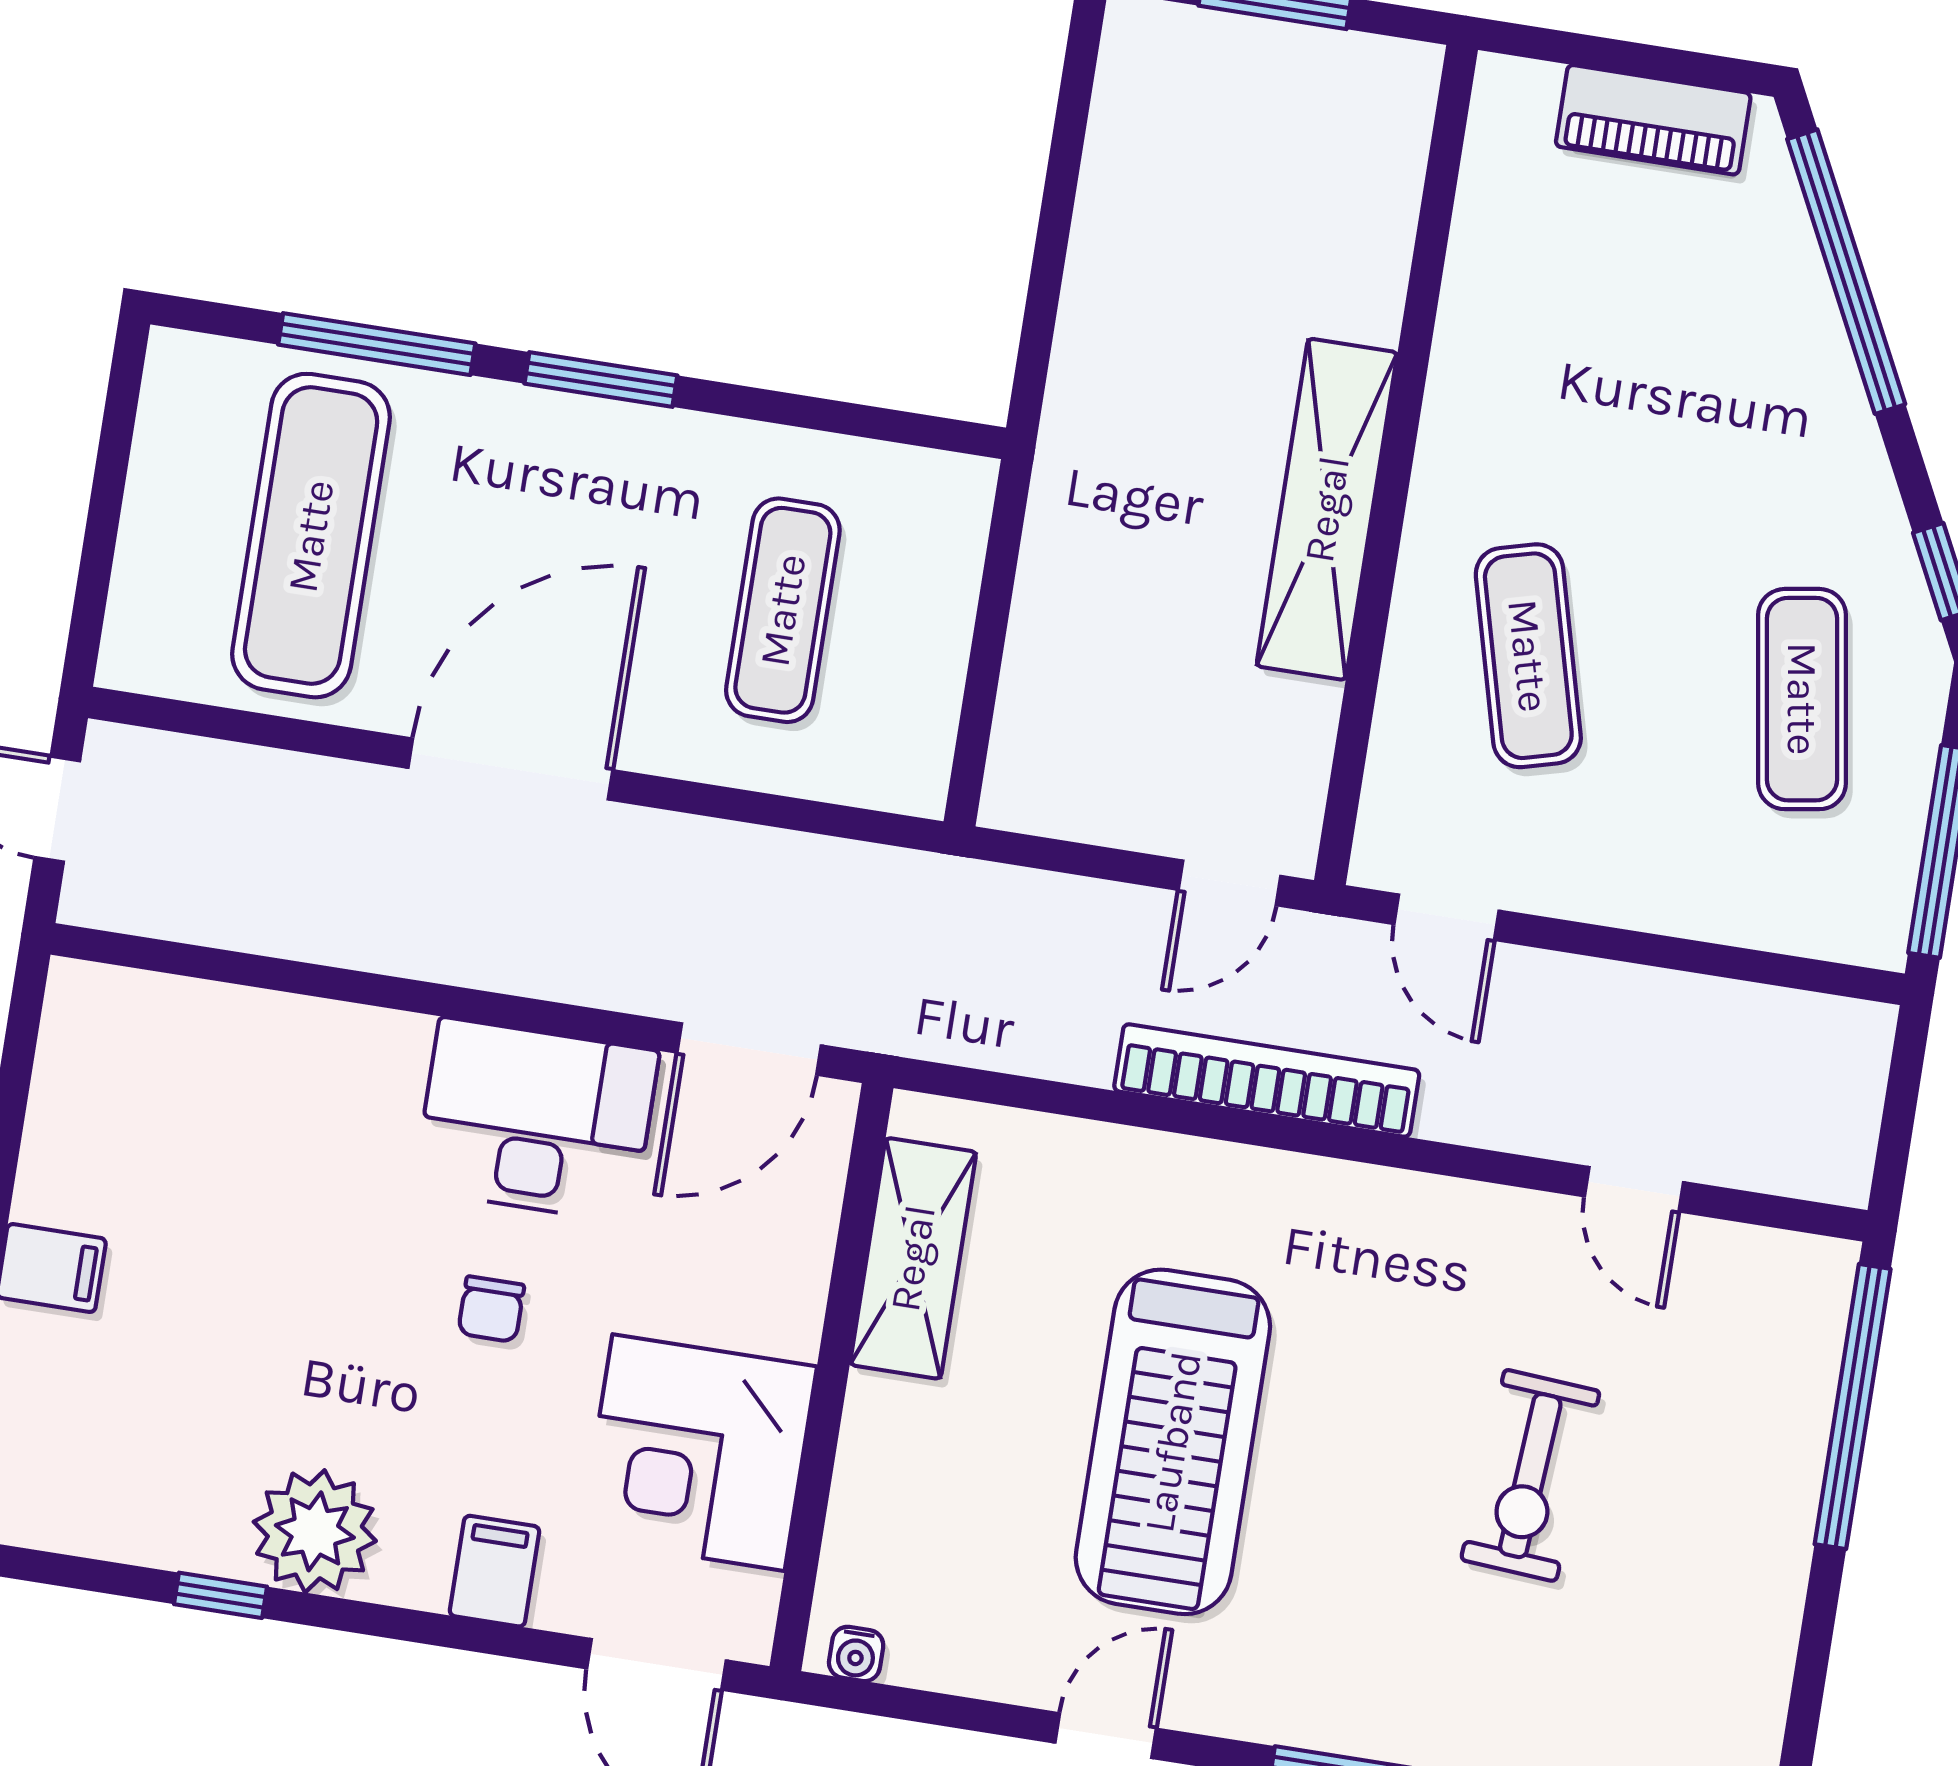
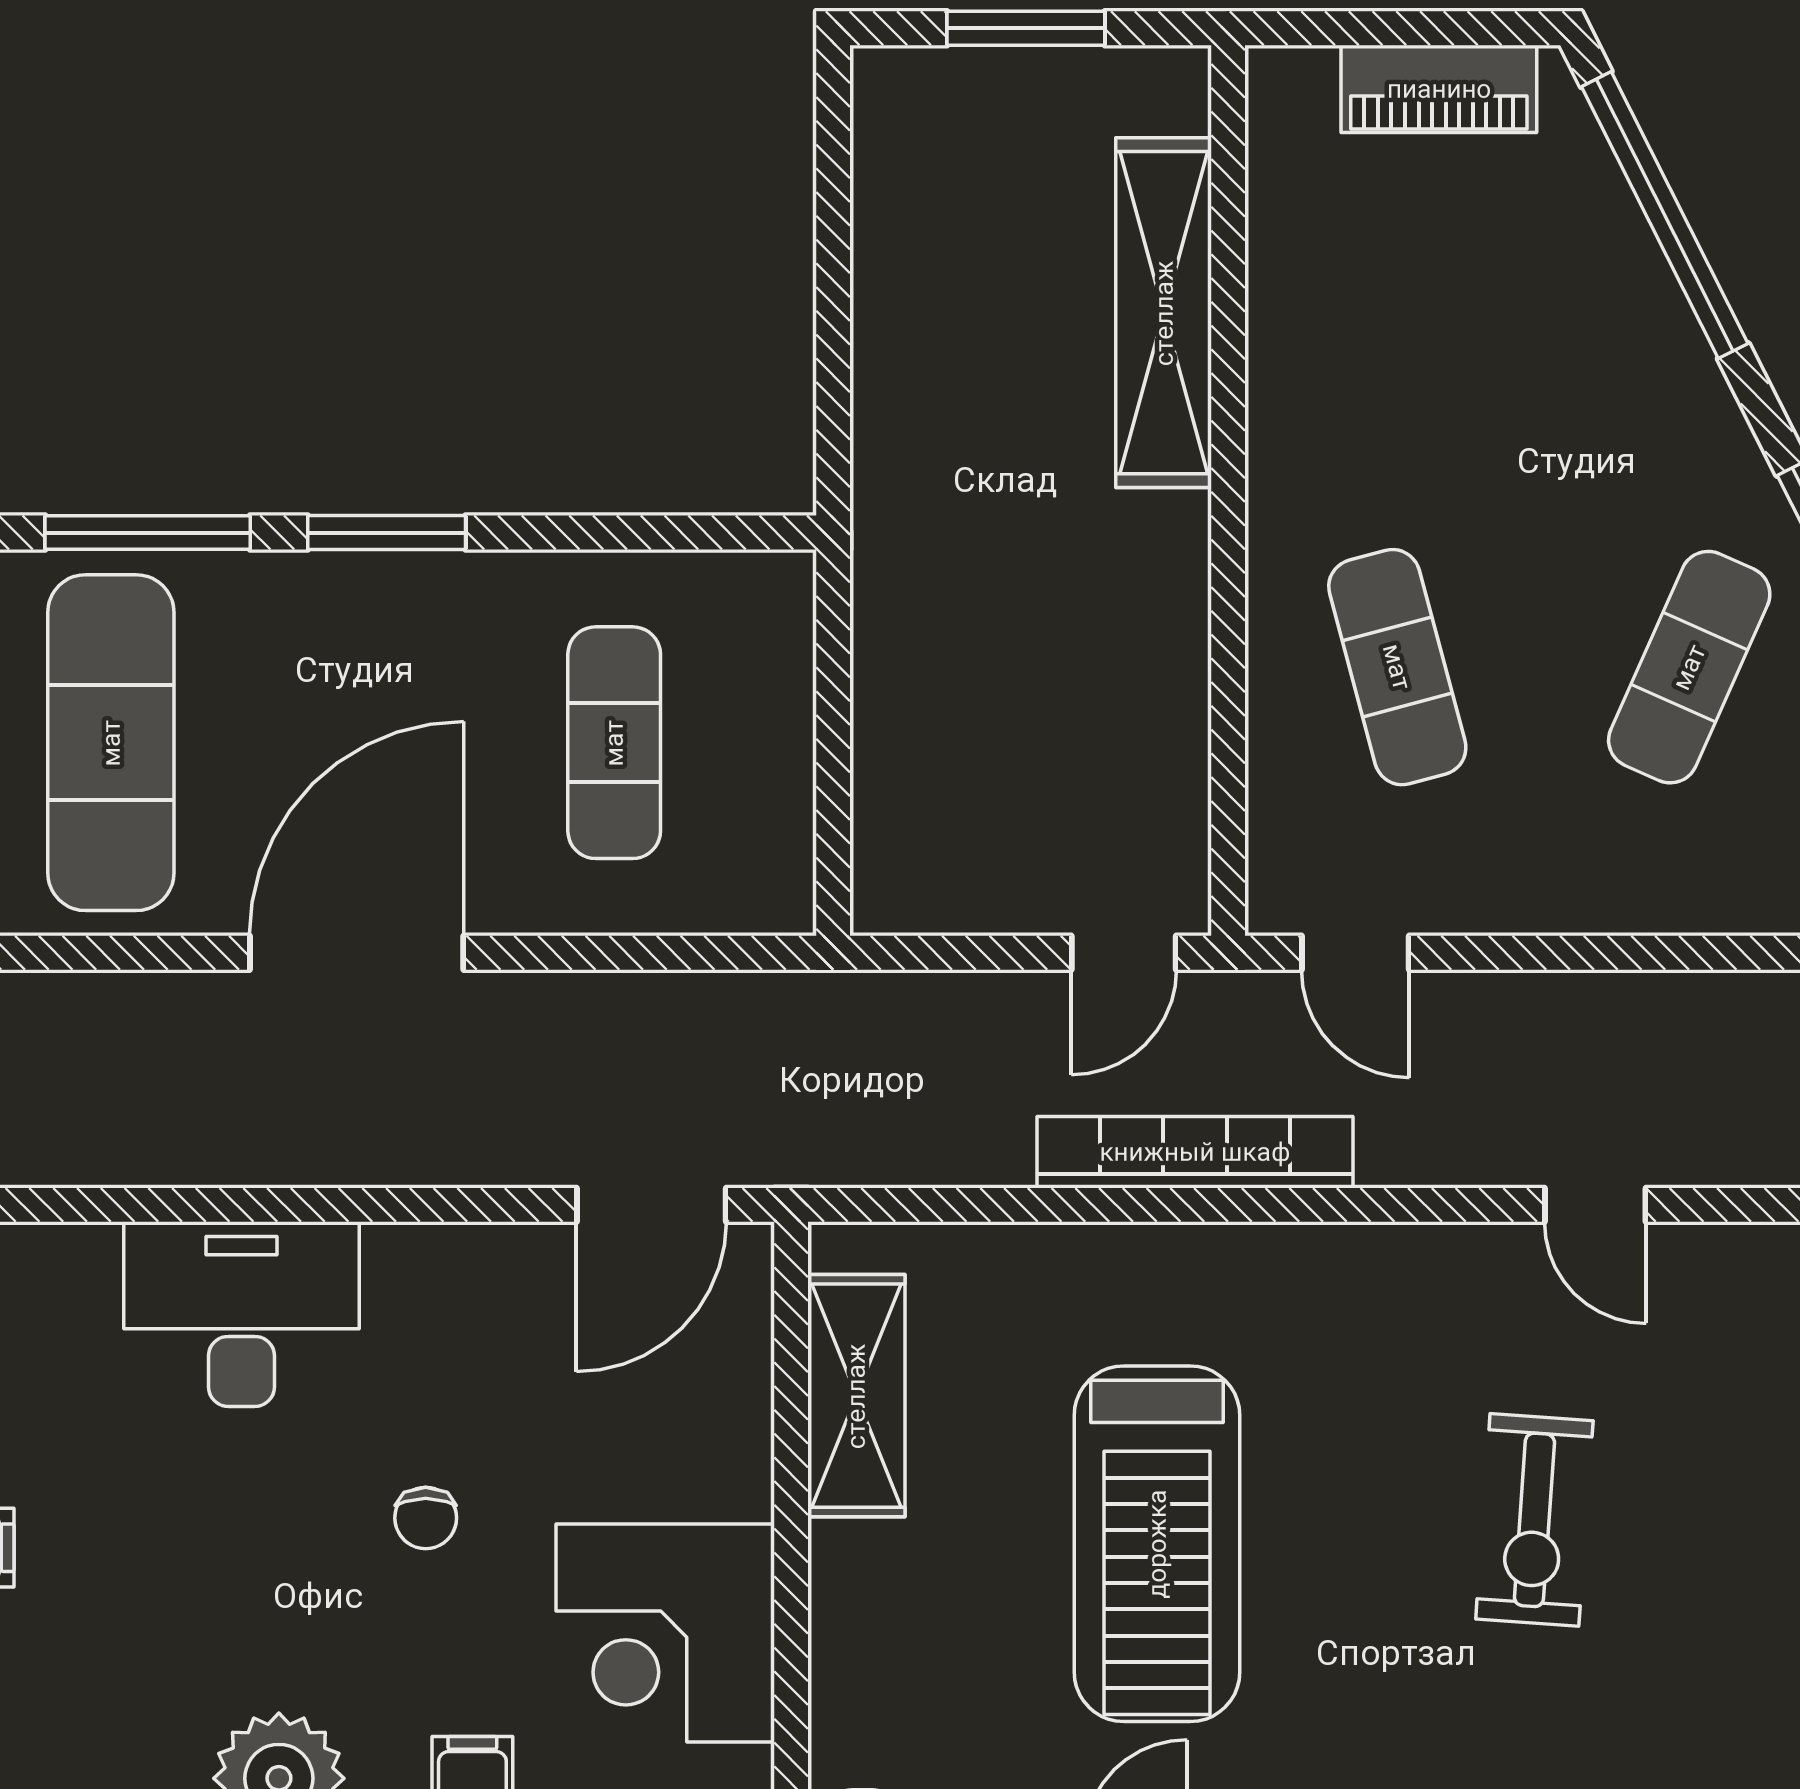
shelving: (1327, 509) -> (1164, 313), moved
exercise mat: (1802, 699) -> (1689, 667), turned 33
desk: (536, 1120) -> (242, 1314), moved

